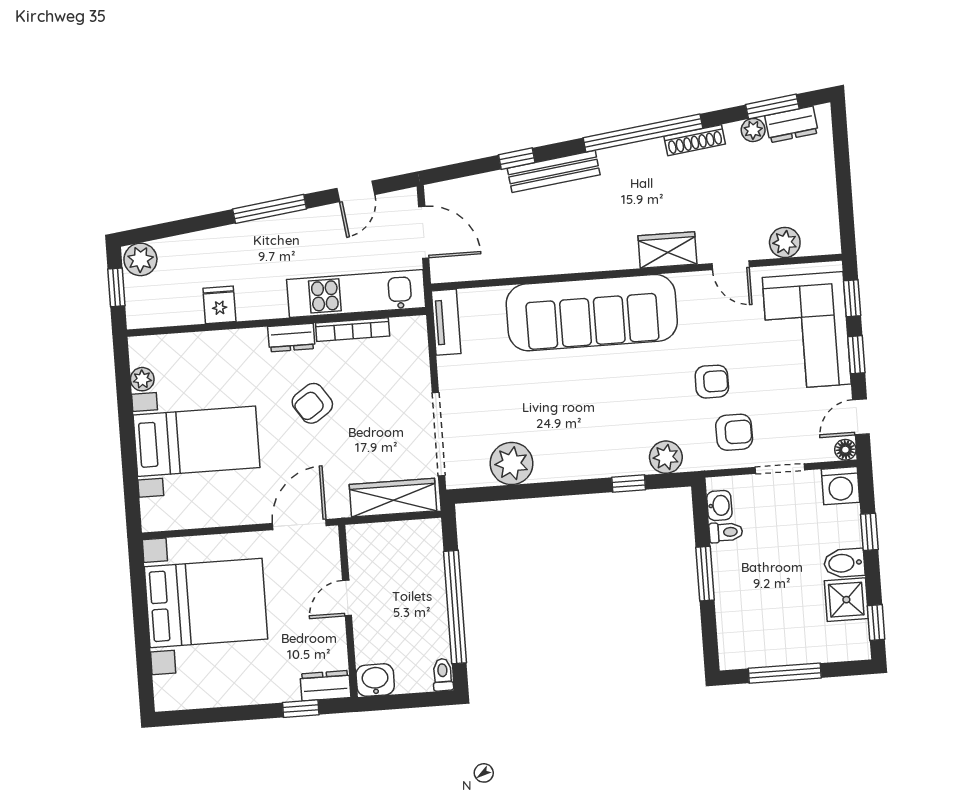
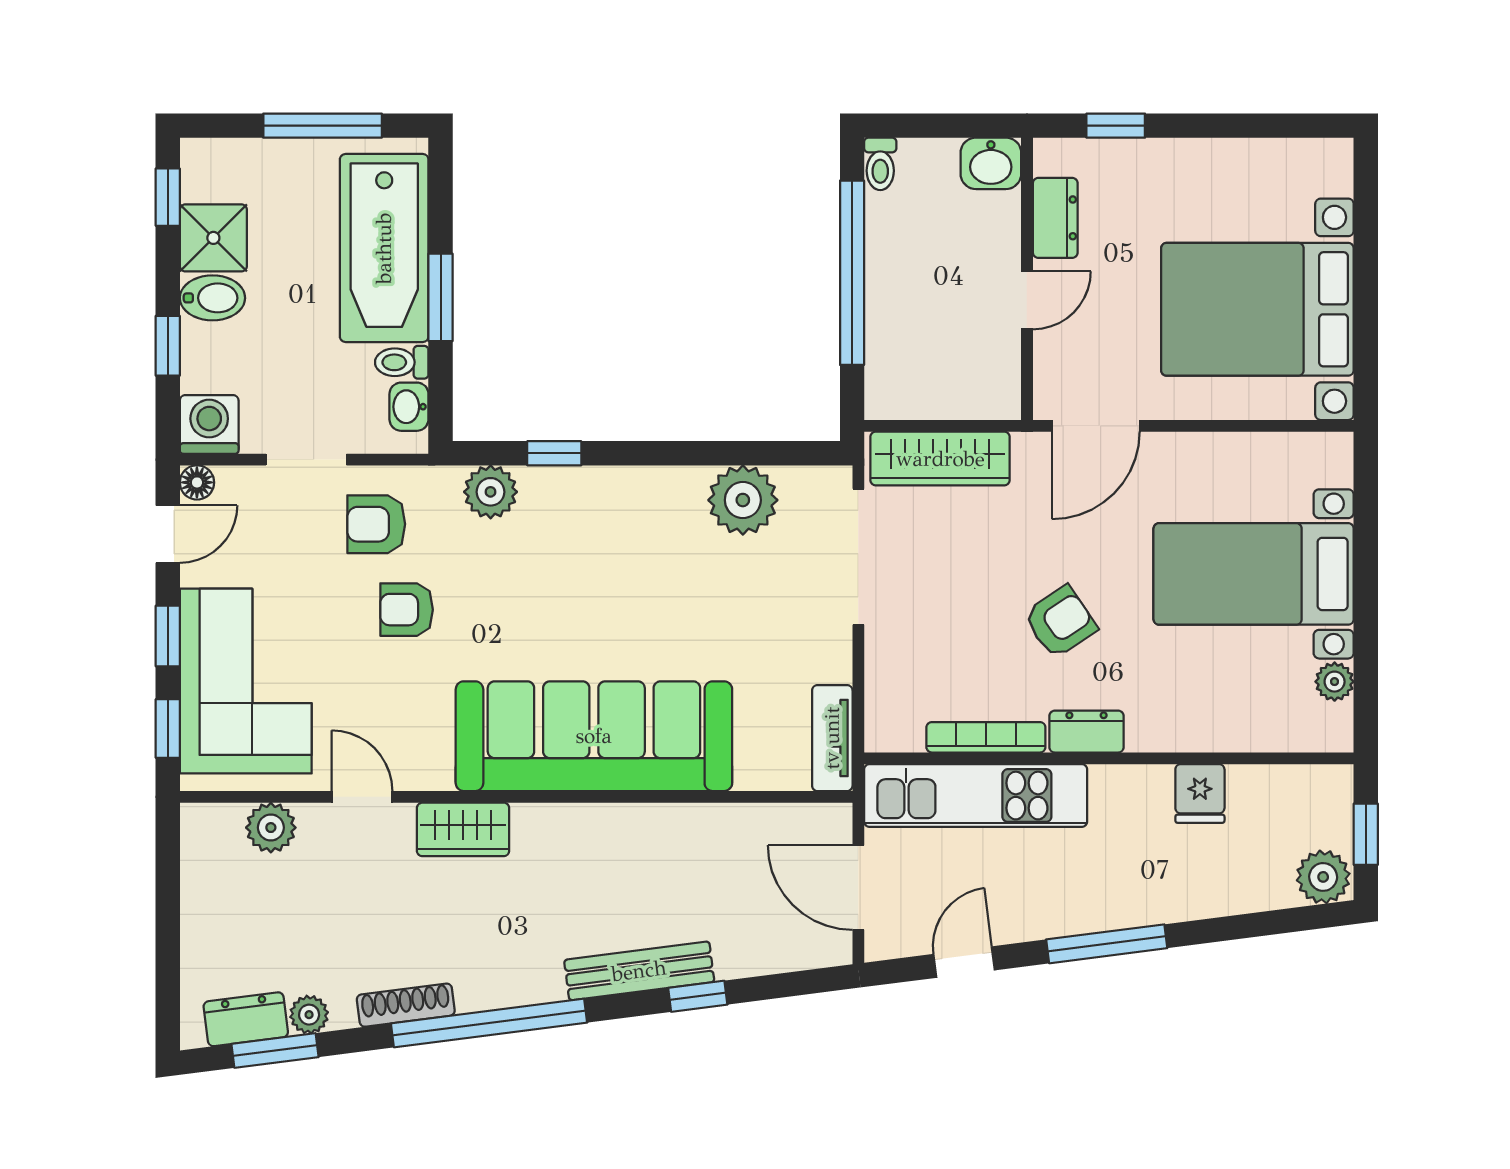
bathtub: (742, 601) -> (384, 248), added
dresser: (325, 686) -> (1055, 218), moved, turned -90

